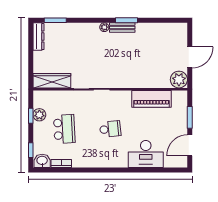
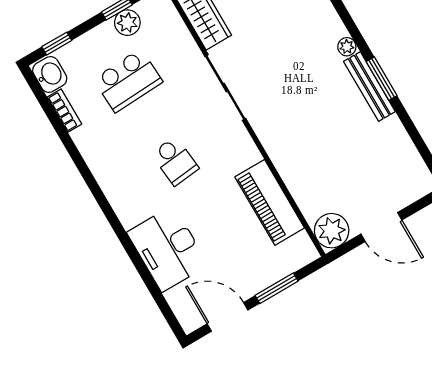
bench: (122, 28) -> (369, 87), width x1.36

